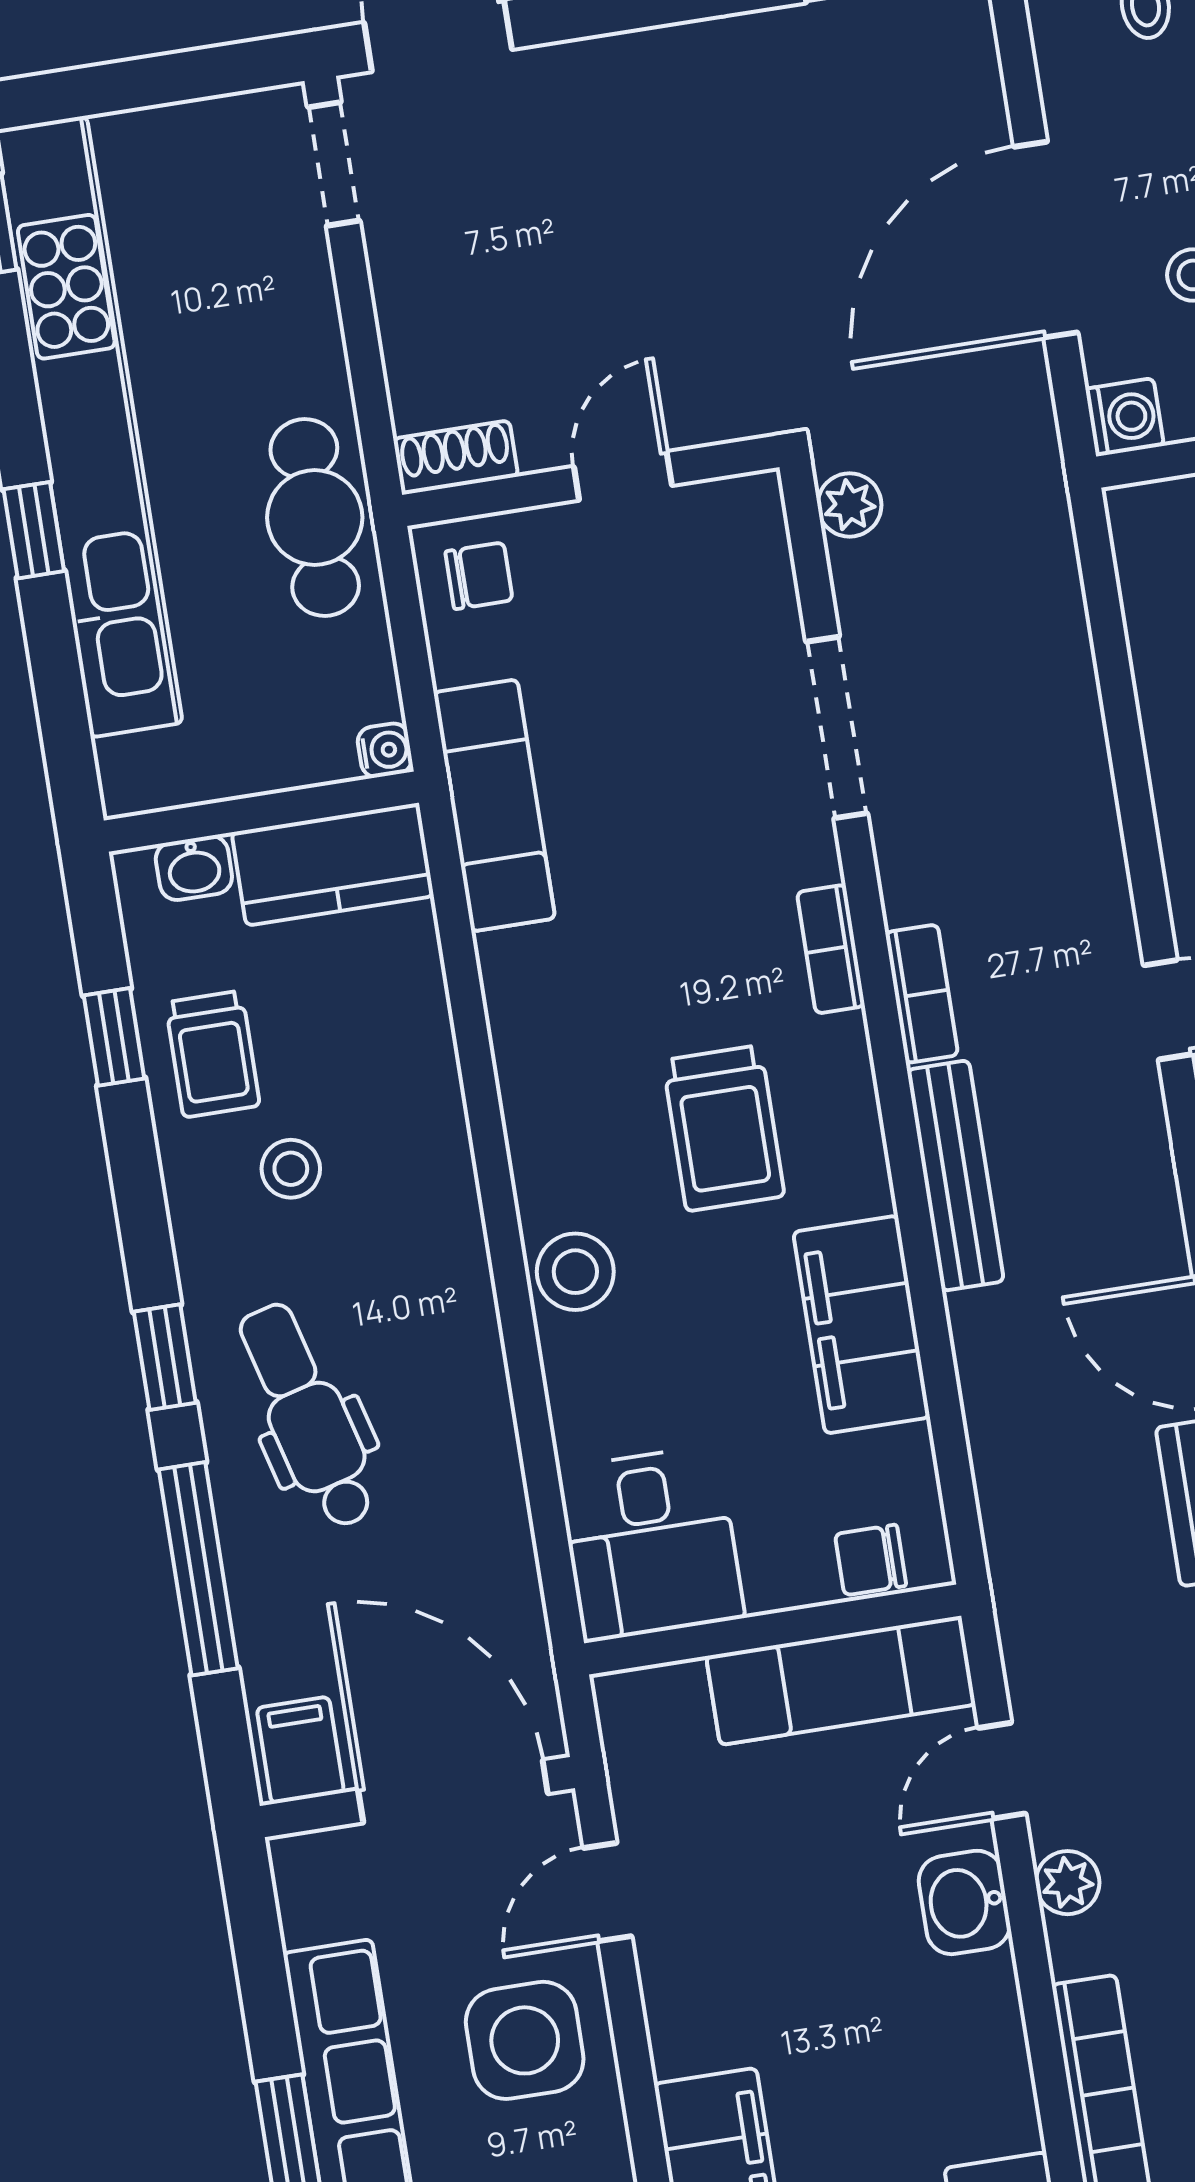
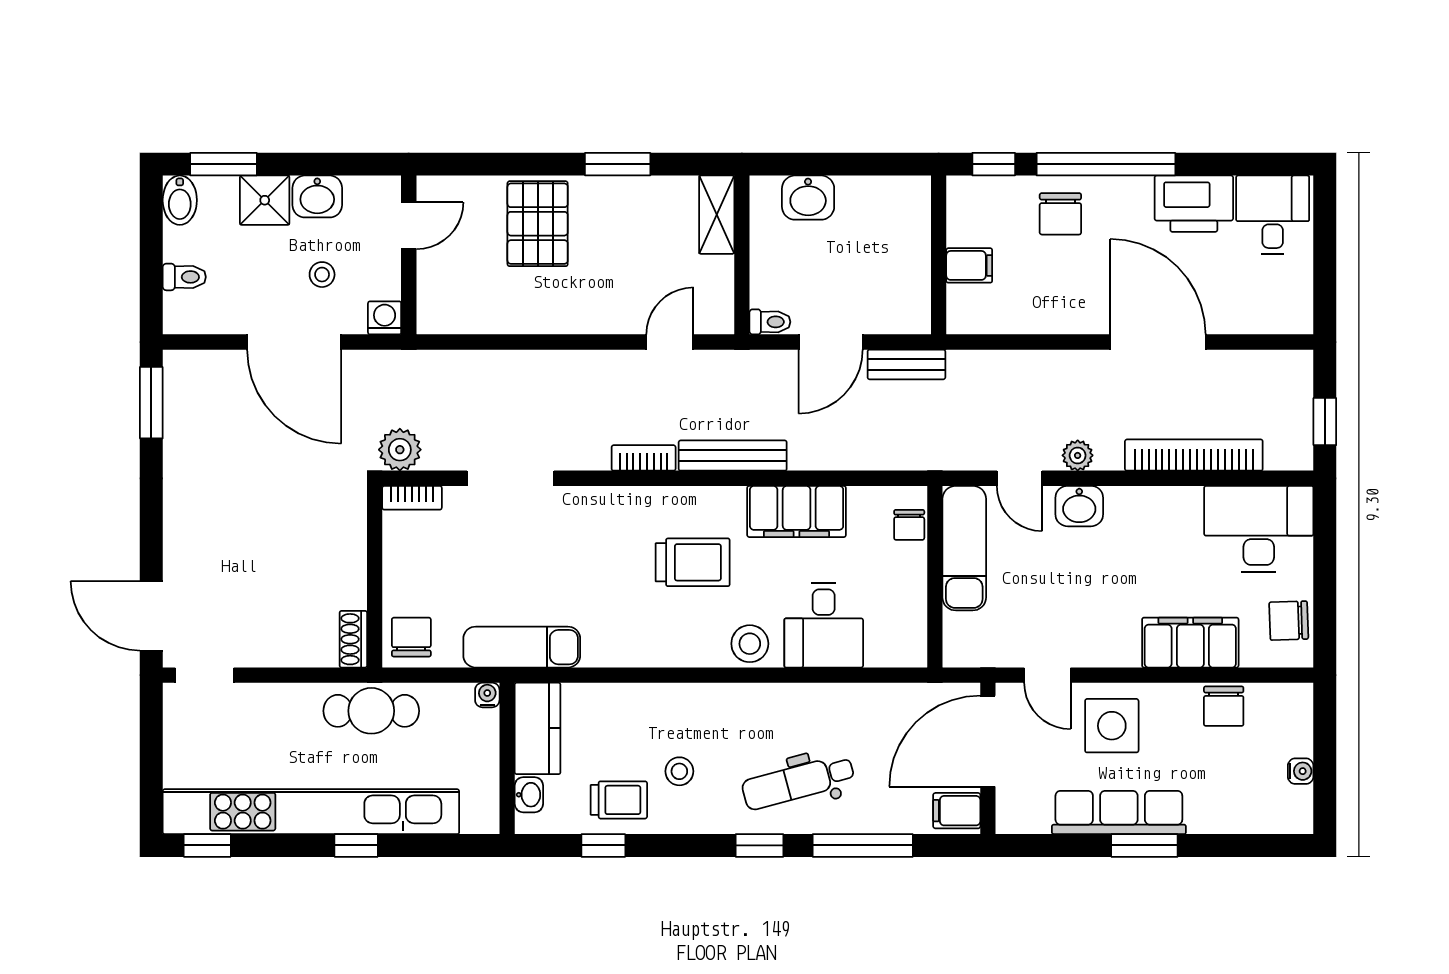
door: (623, 476) -> (375, 561), removed
plant: (850, 505) -> (400, 450), width x1.38, depth x1.38
chair: (479, 576) -> (411, 637), width x1.37, depth x1.37
bookcase: (831, 949) -> (412, 498), moved
desk: (651, 1544) -> (824, 625), moved, turned 90

